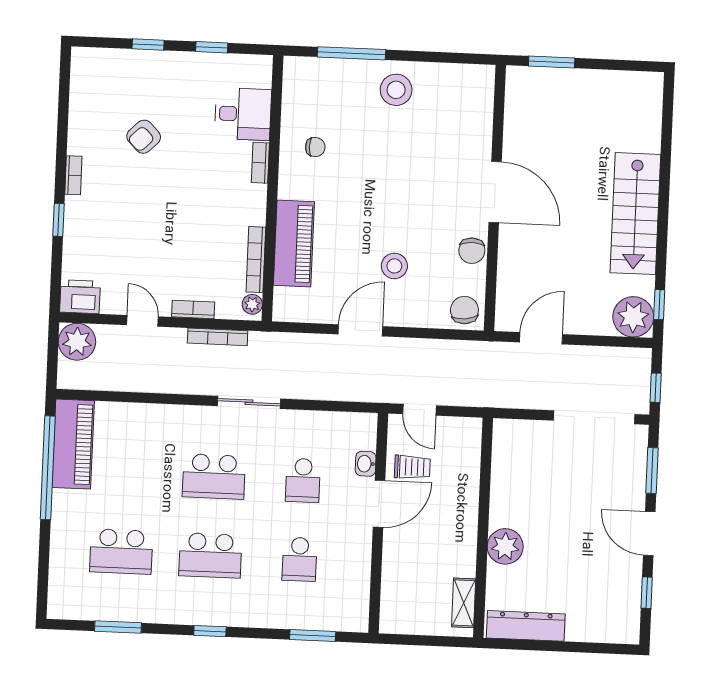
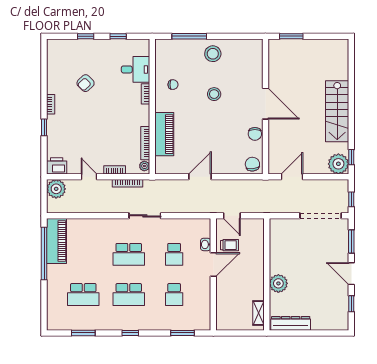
stool: (394, 266) -> (214, 94), moved

